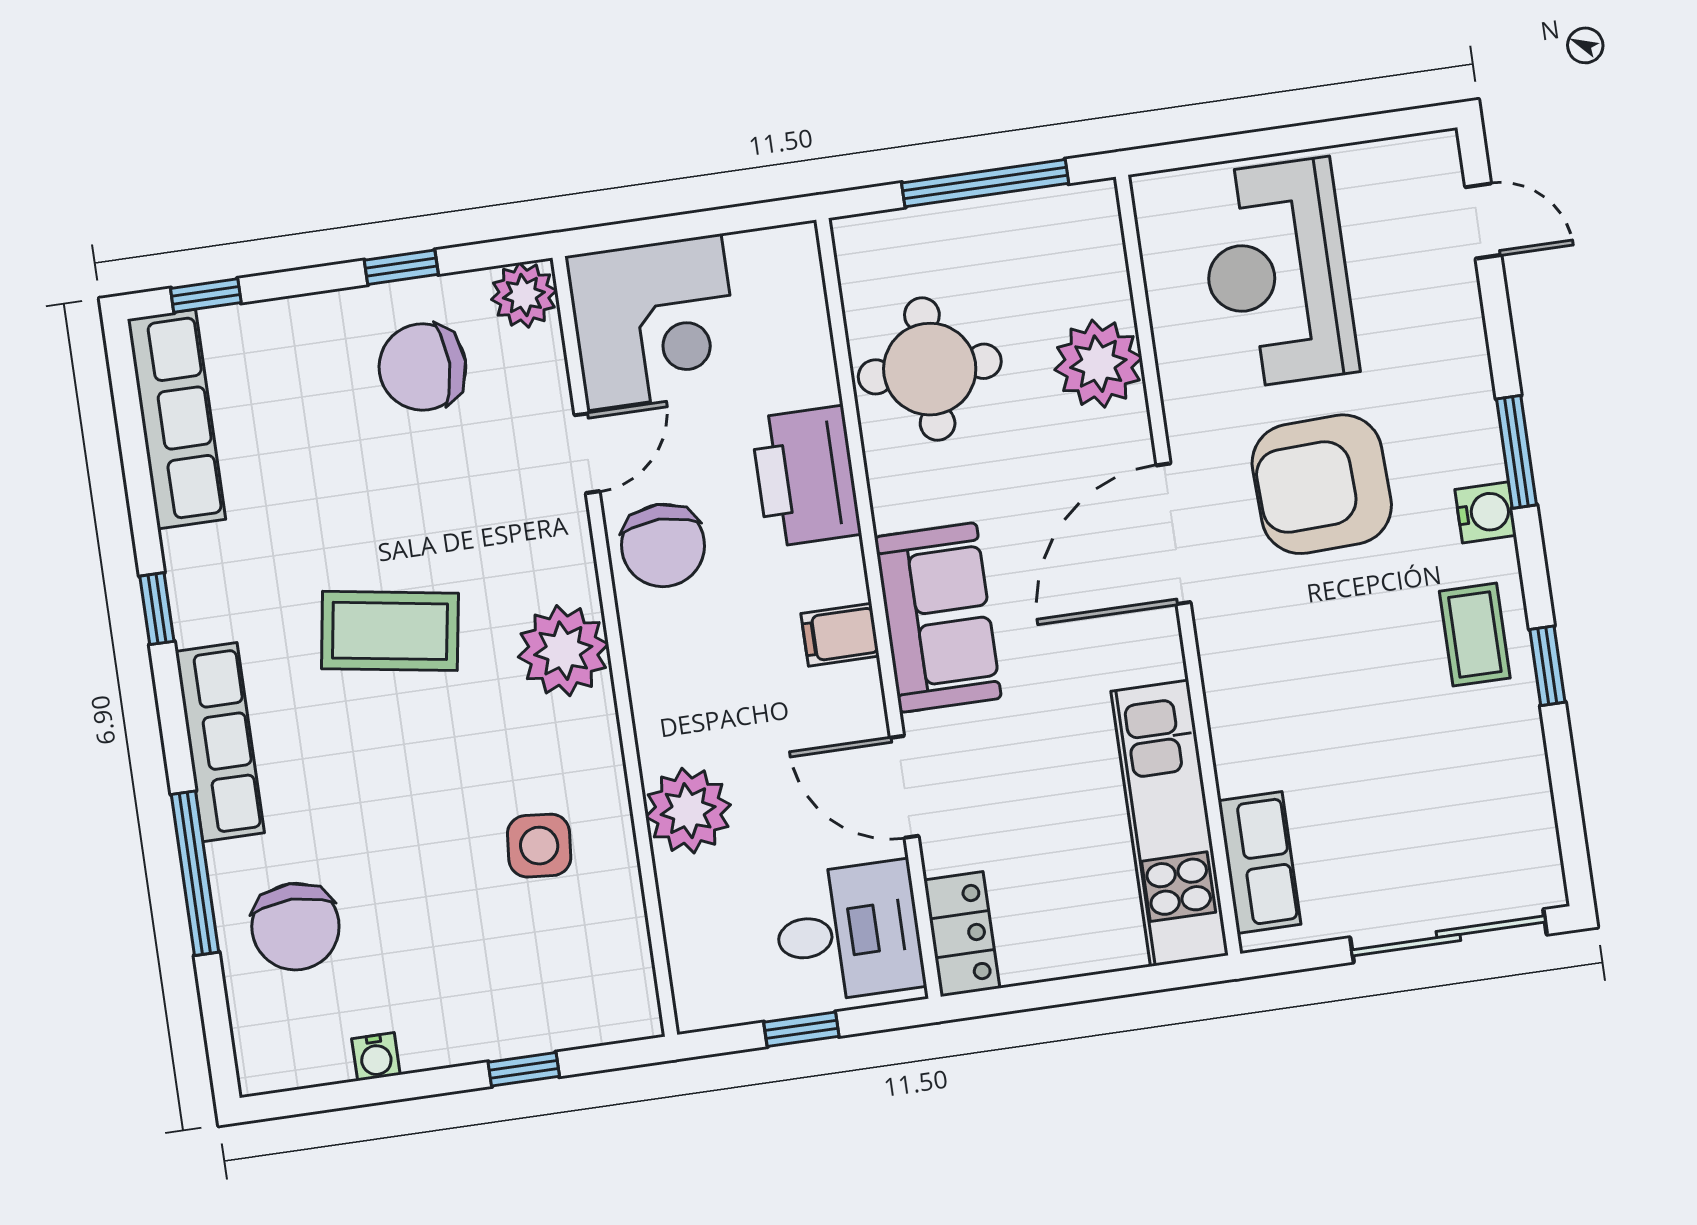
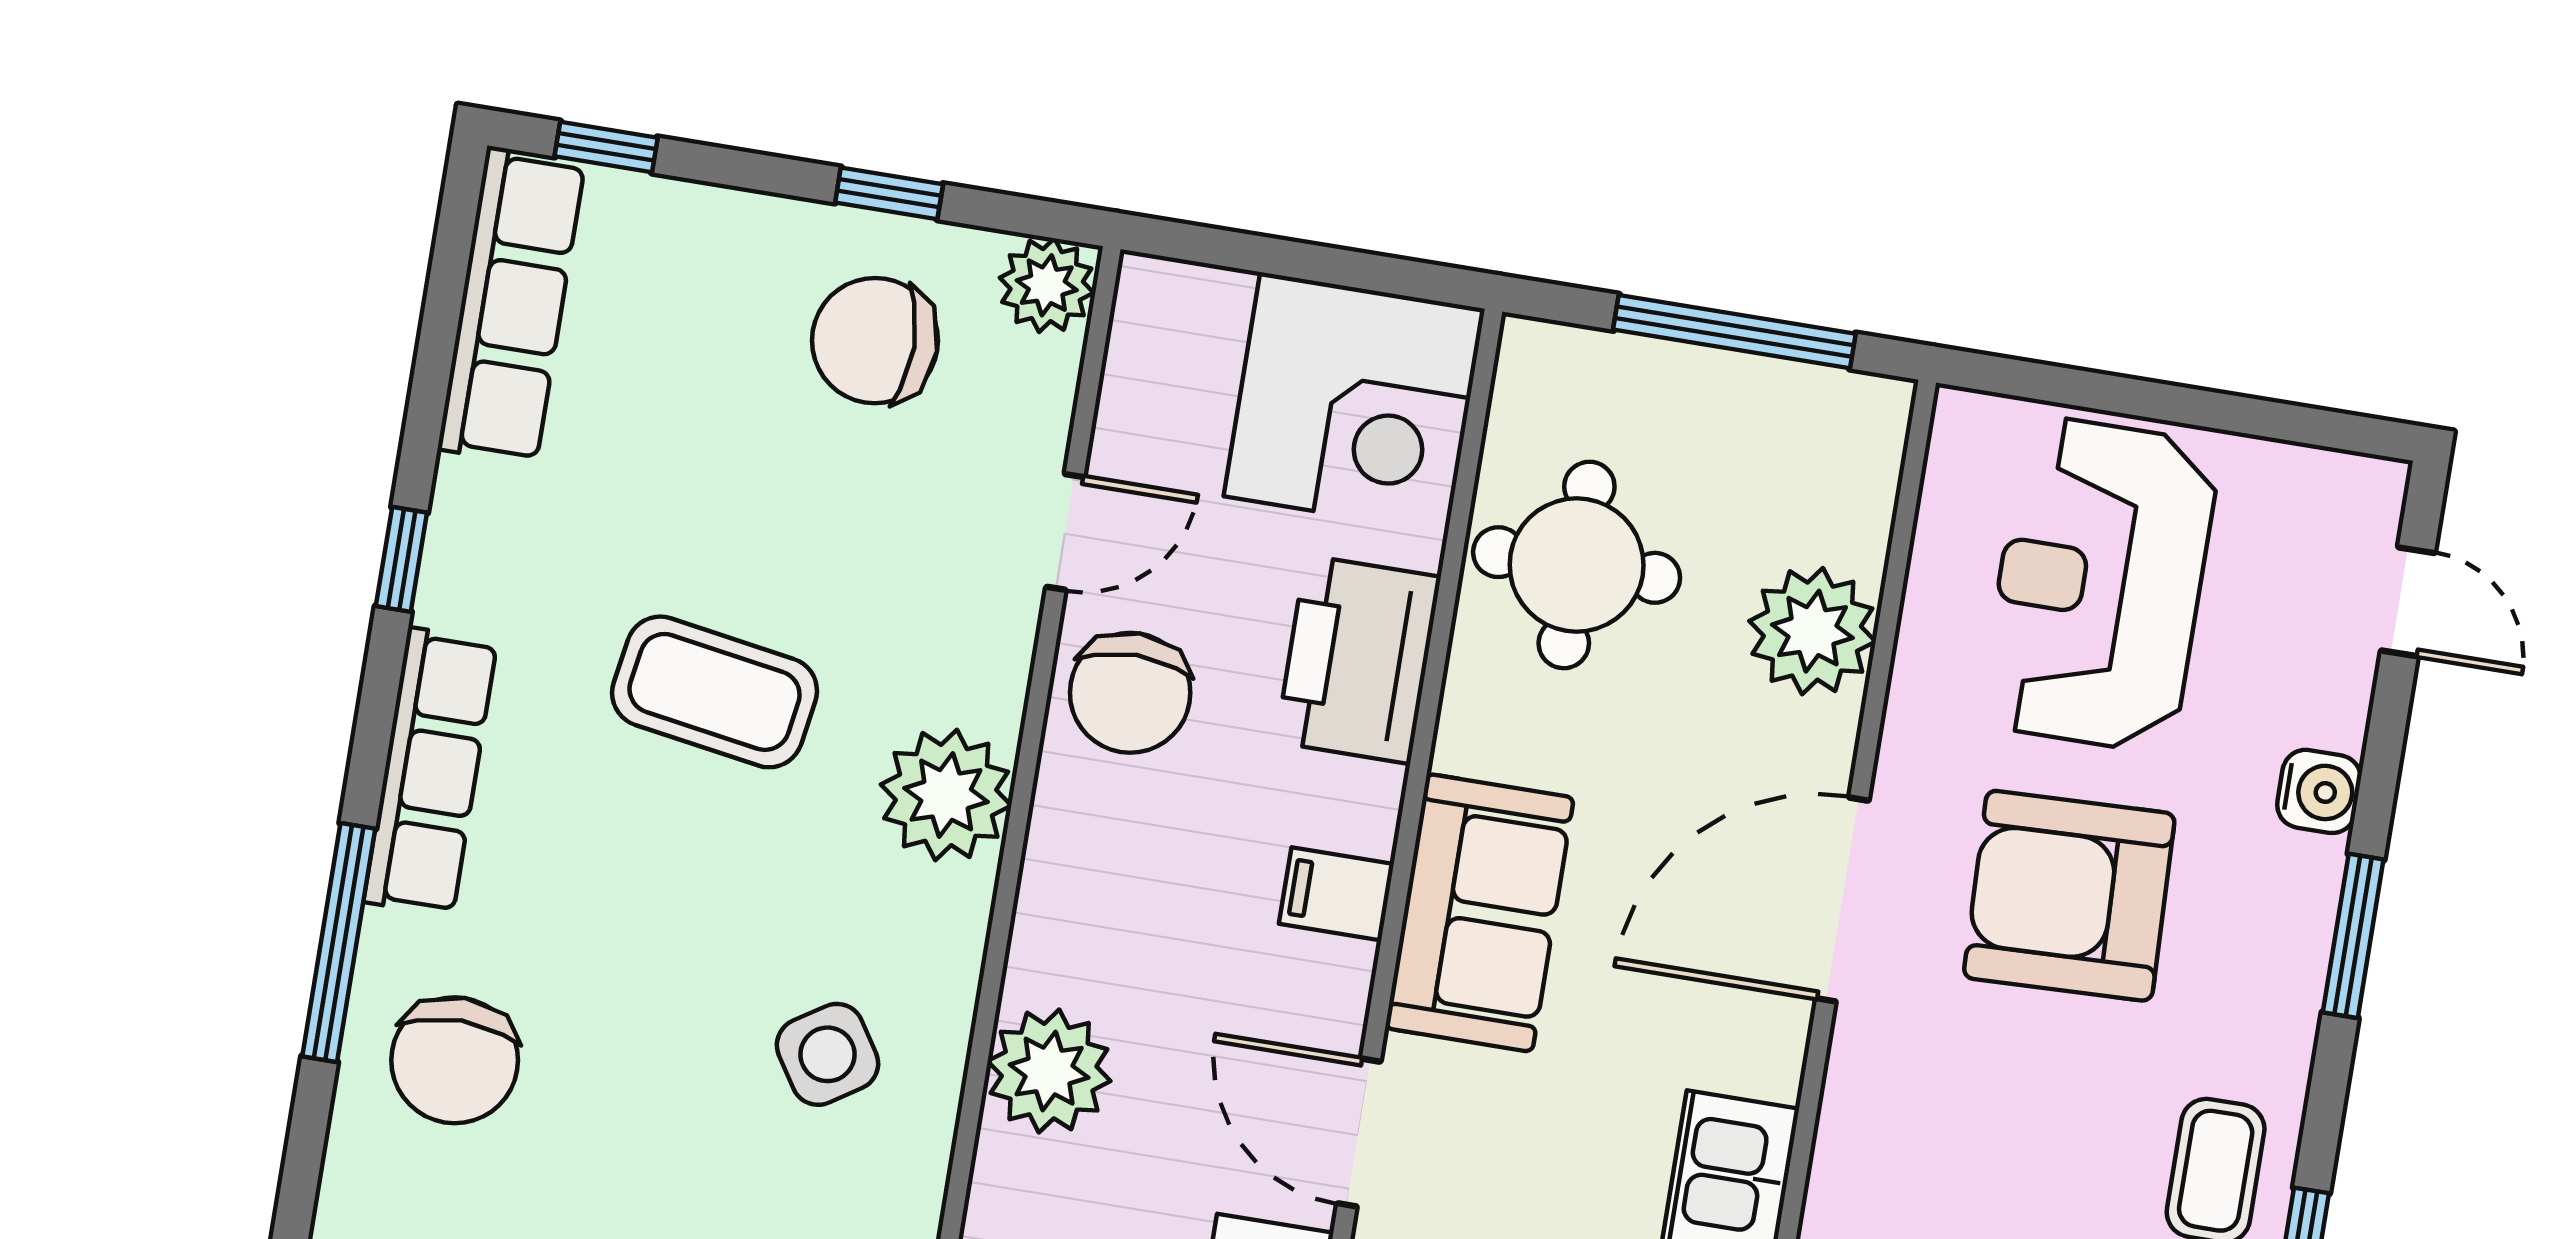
corner desk: (655, 322) -> (1354, 403), moved
water cooler: (1486, 512) -> (2319, 791), moved
side table: (539, 846) -> (828, 1054), turned -38

